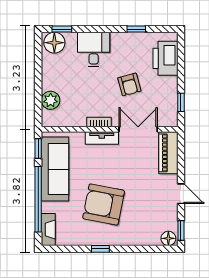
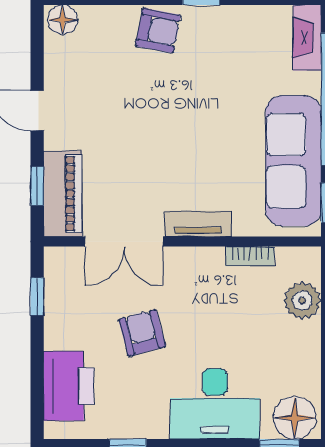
desk: (94, 50) -> (215, 404), width x1.37
bookcase: (99, 122) -> (250, 256), moved
armchair: (104, 204) -> (158, 31), moved, width x0.53, depth x0.53
window: (181, 231) -> (37, 186), moved

